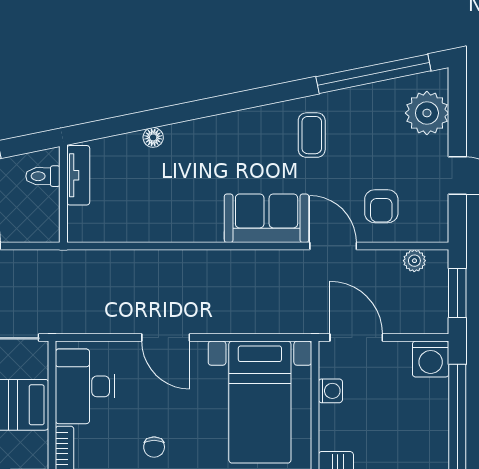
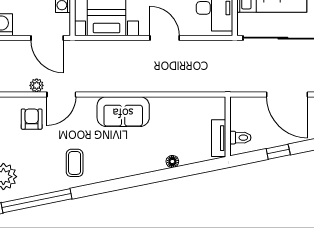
sofa: (267, 218) -> (123, 112), moved
door: (333, 246) -> (61, 94), hinge flipped
plant: (414, 261) -> (37, 85), moved

